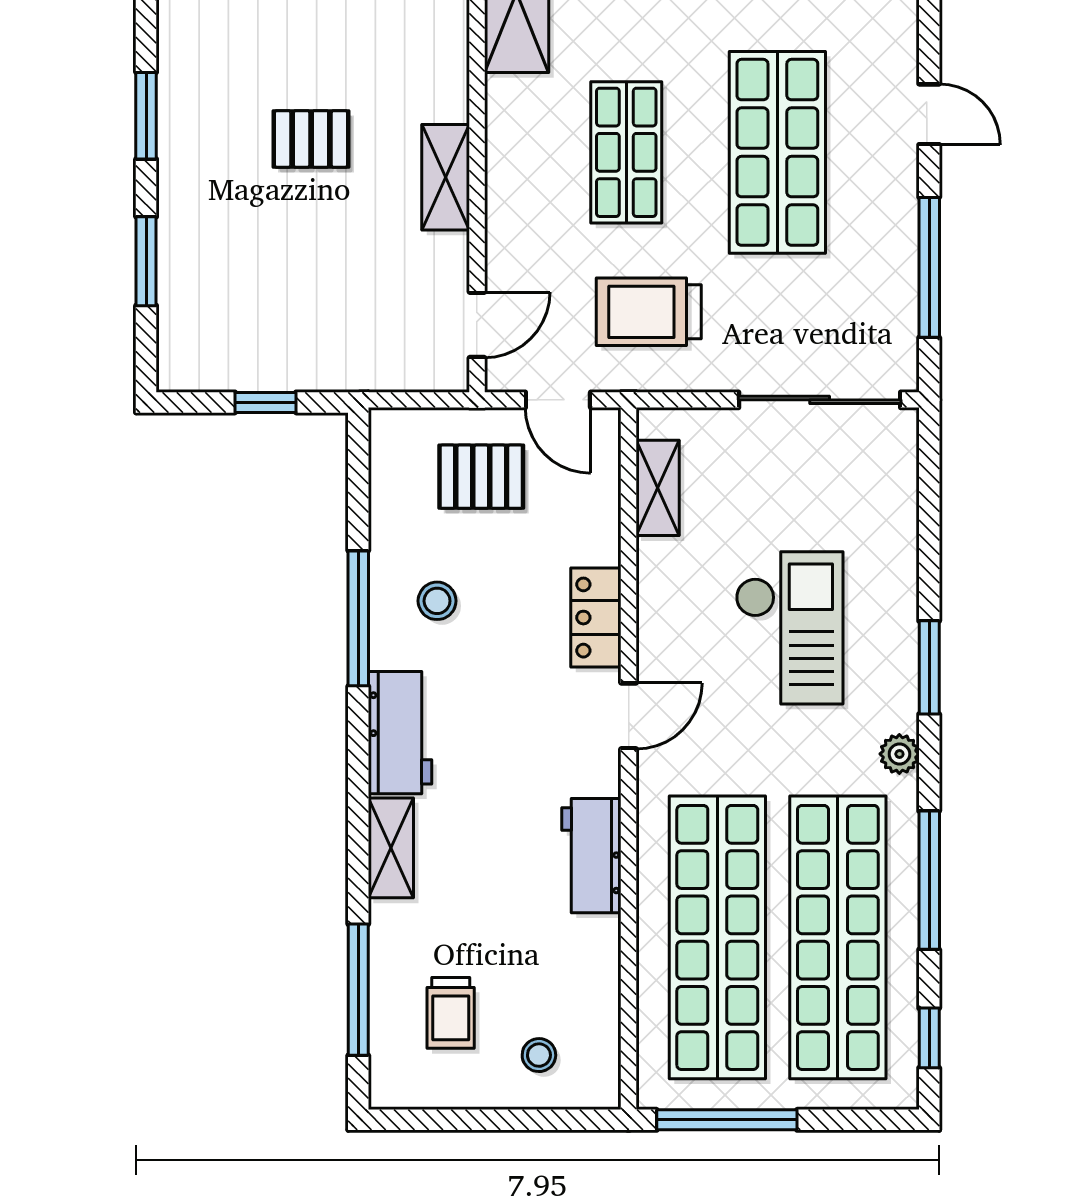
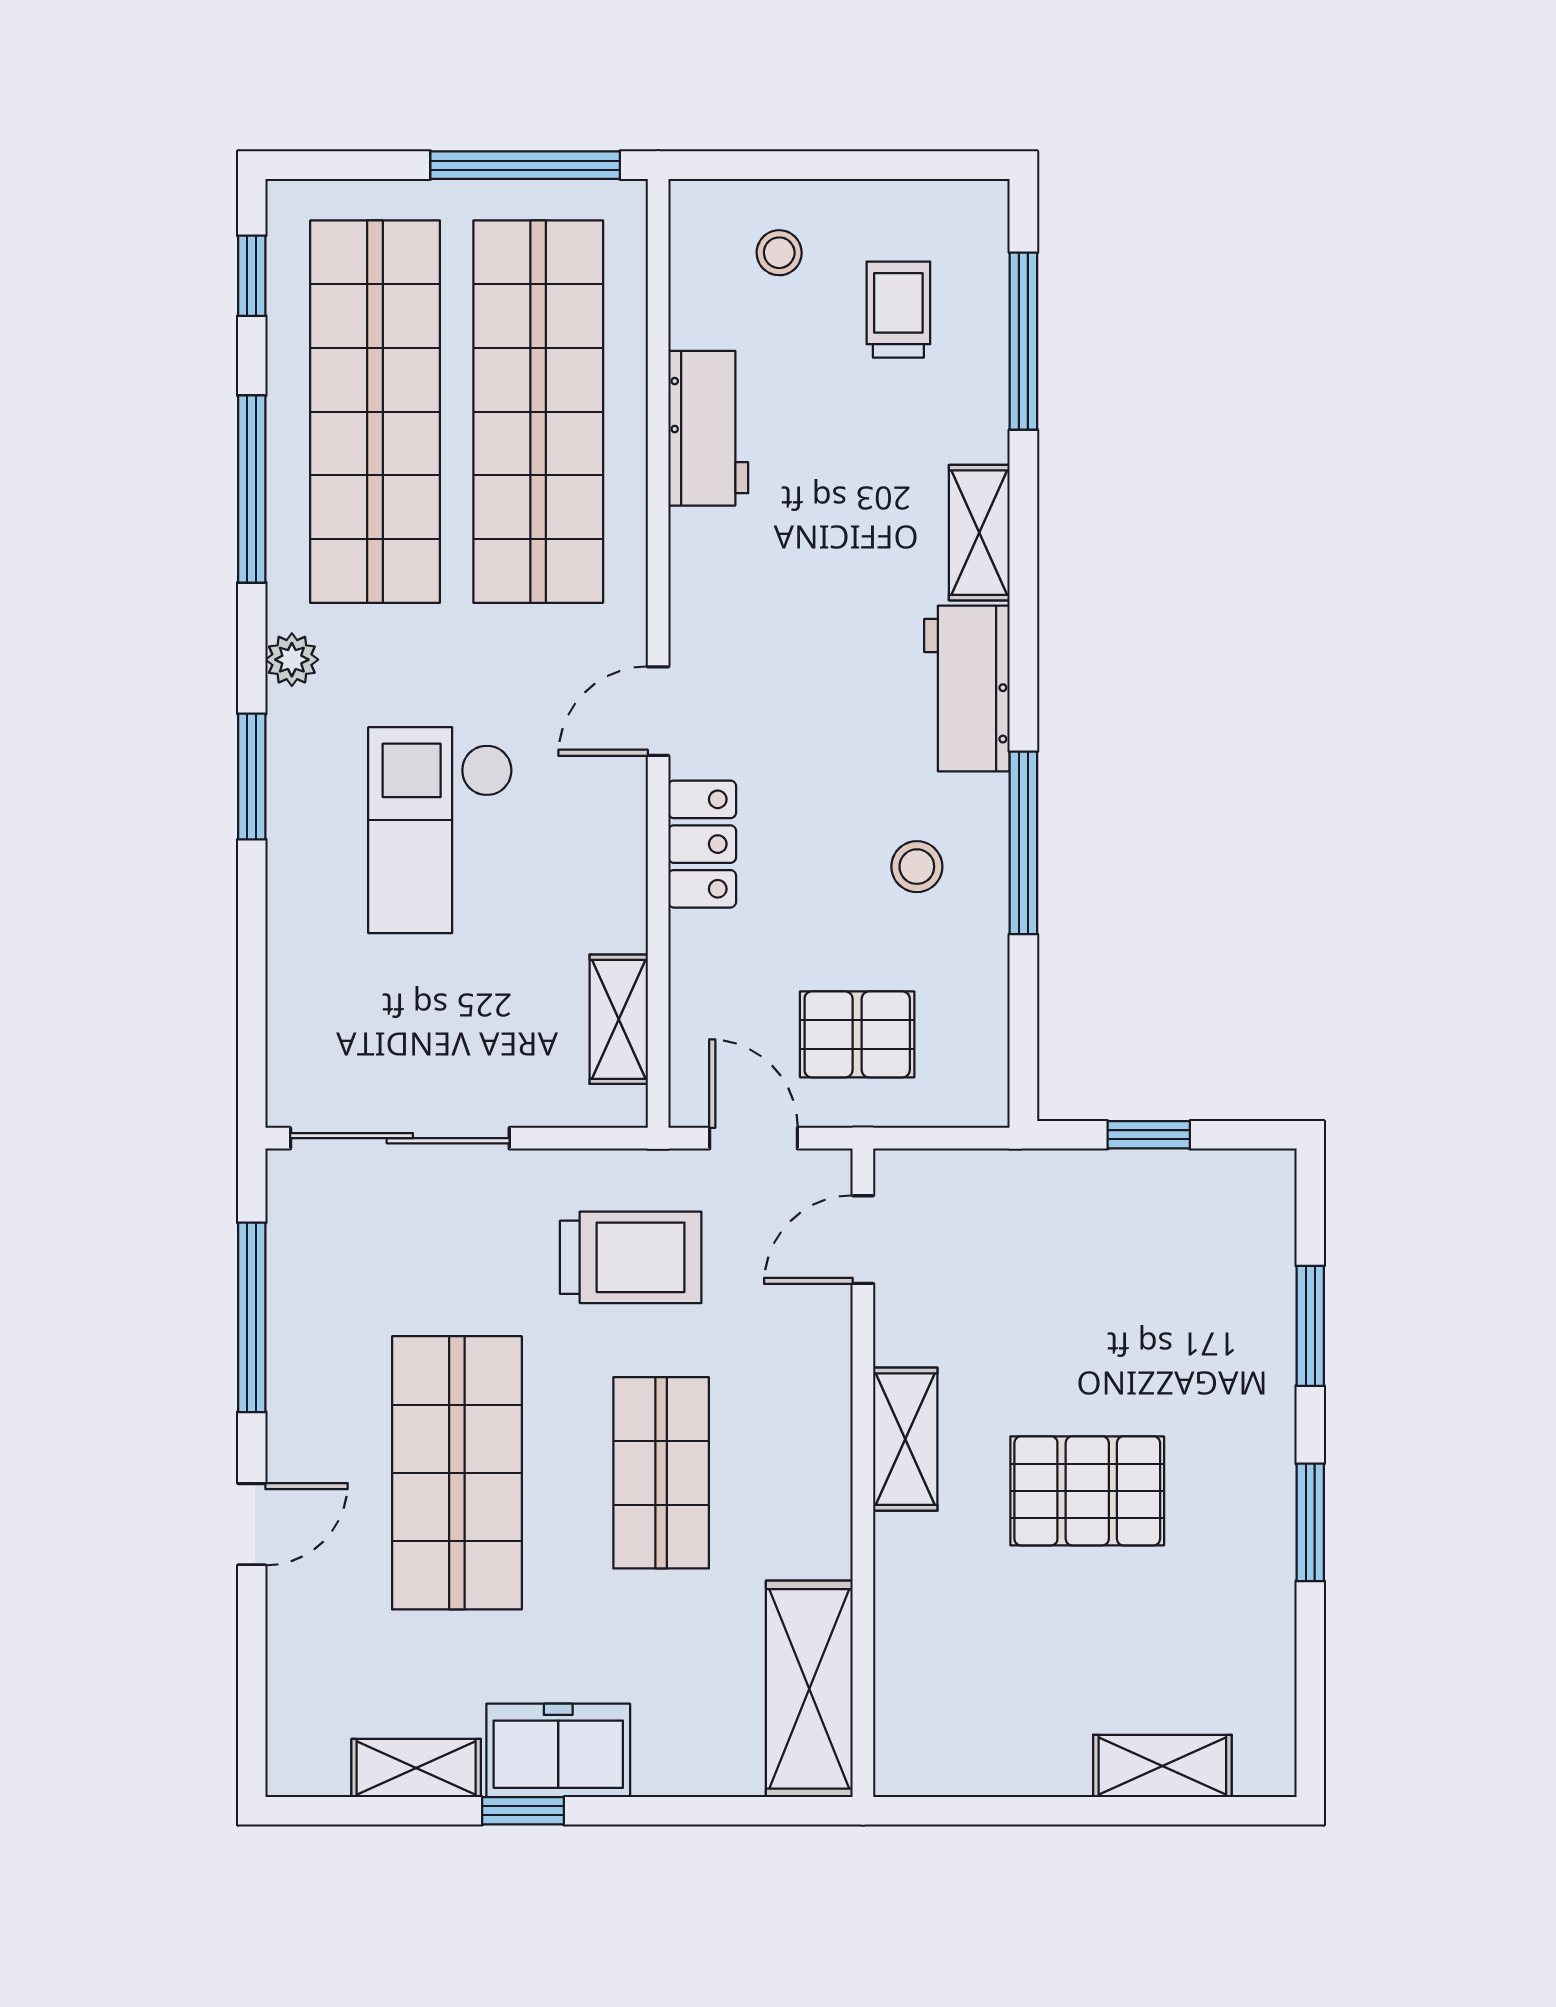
door: (929, 114) -> (252, 1524), swing flipped
pallet: (311, 139) -> (1087, 1491), width x1.50, depth x1.42
workbench: (591, 856) -> (708, 428), moved

